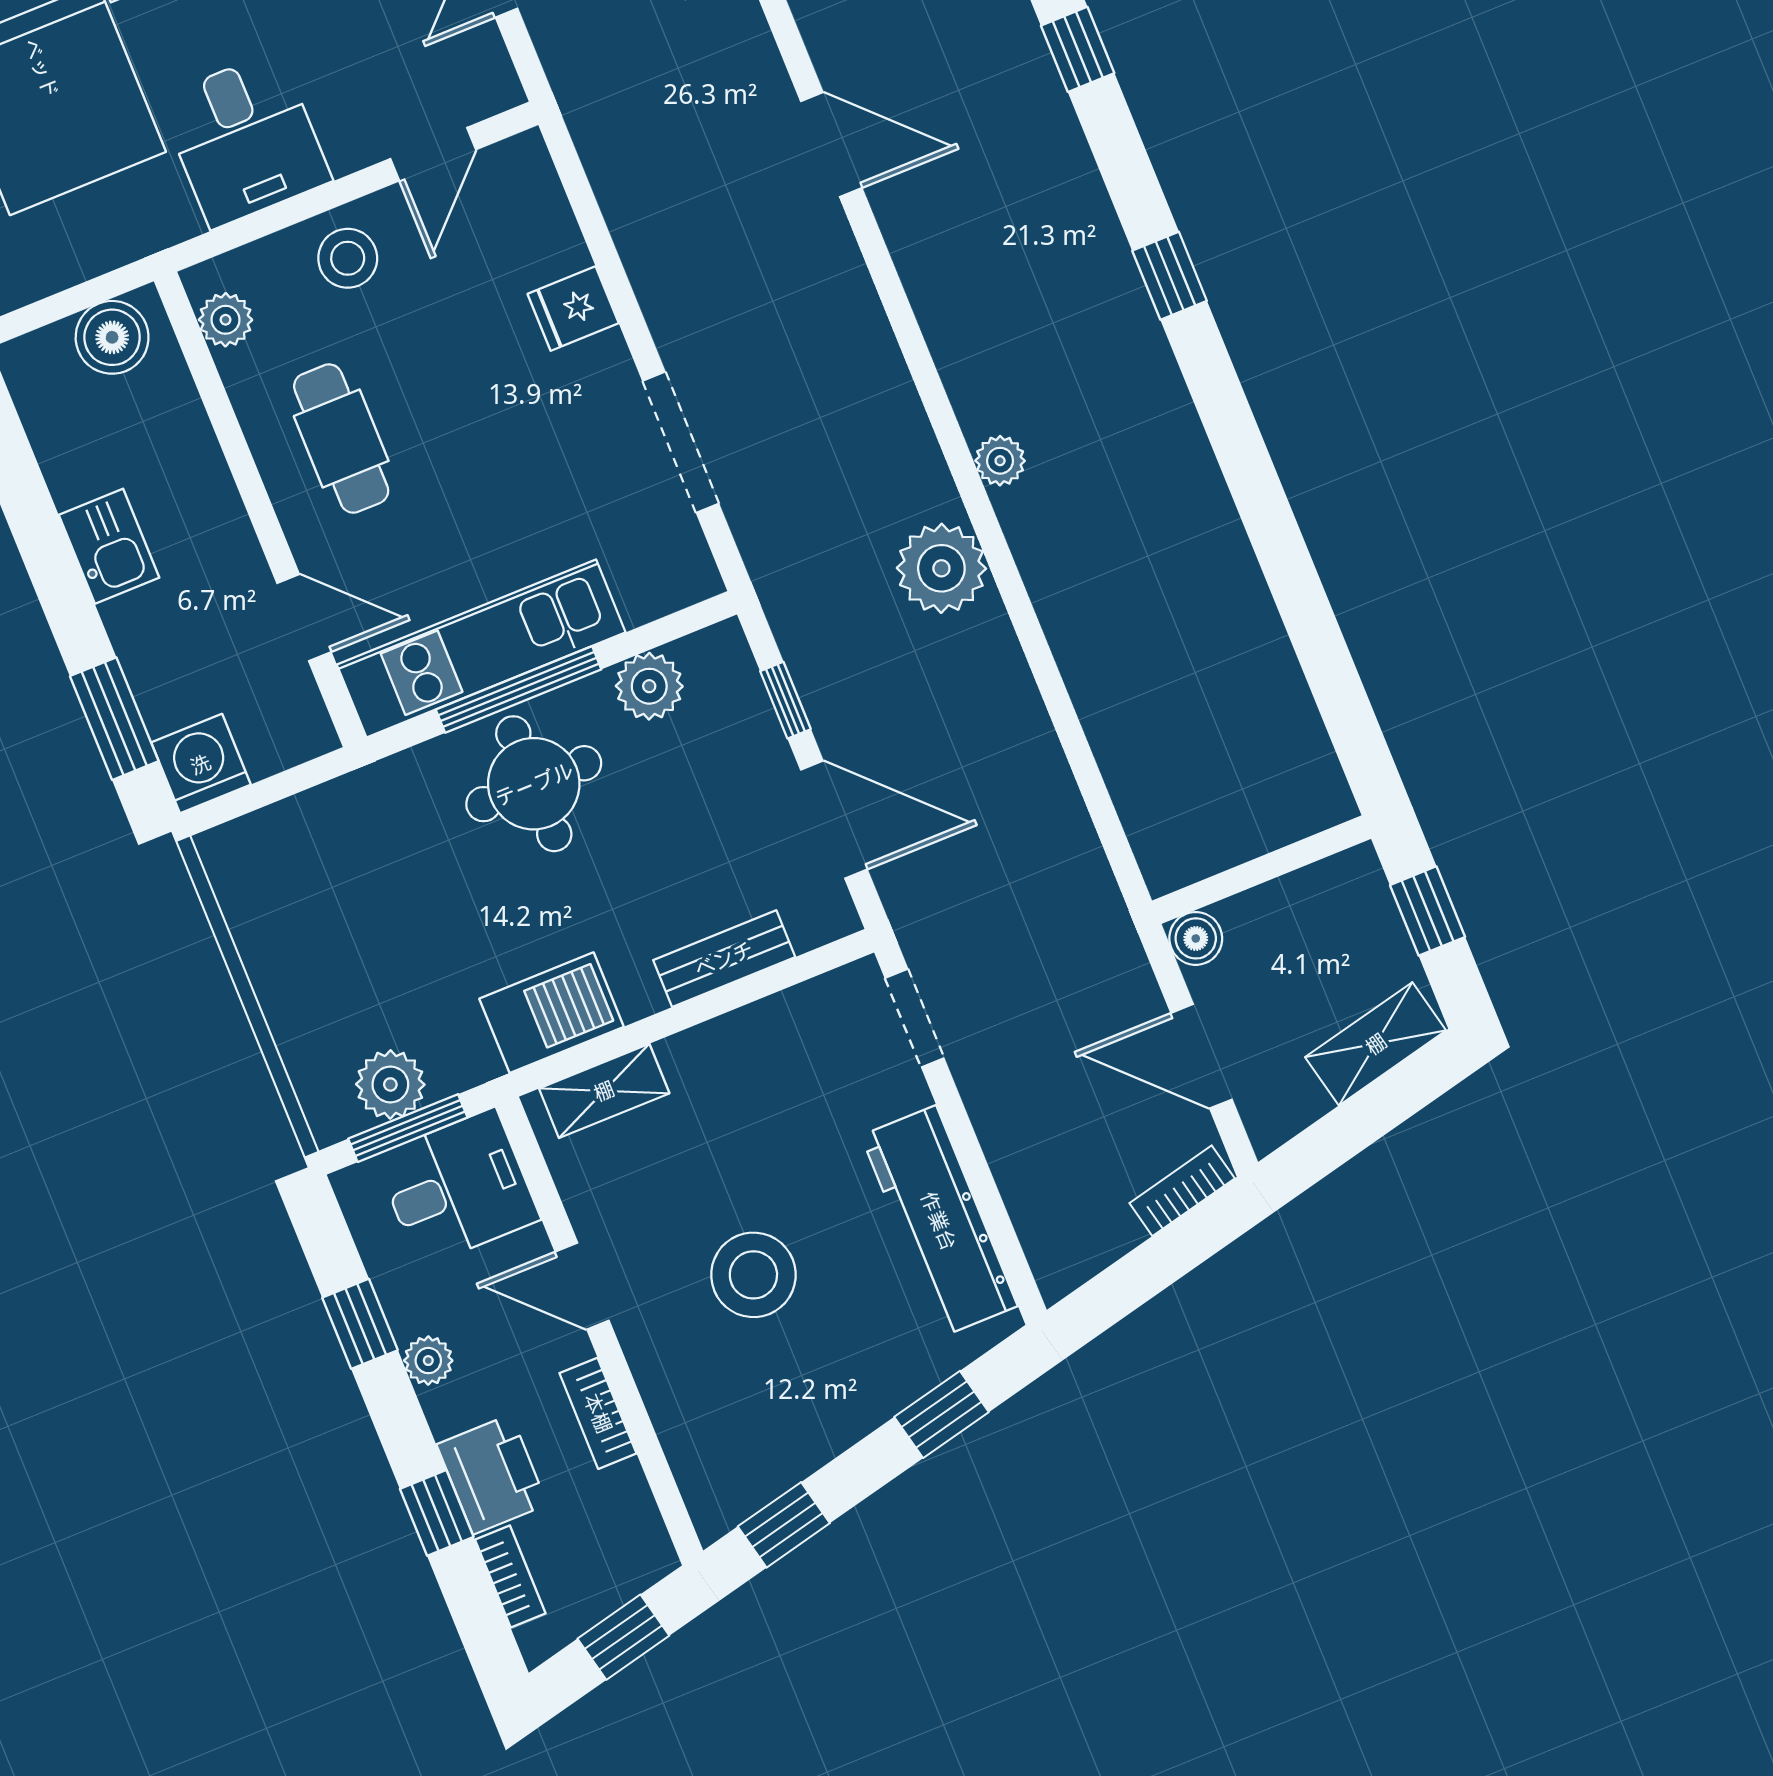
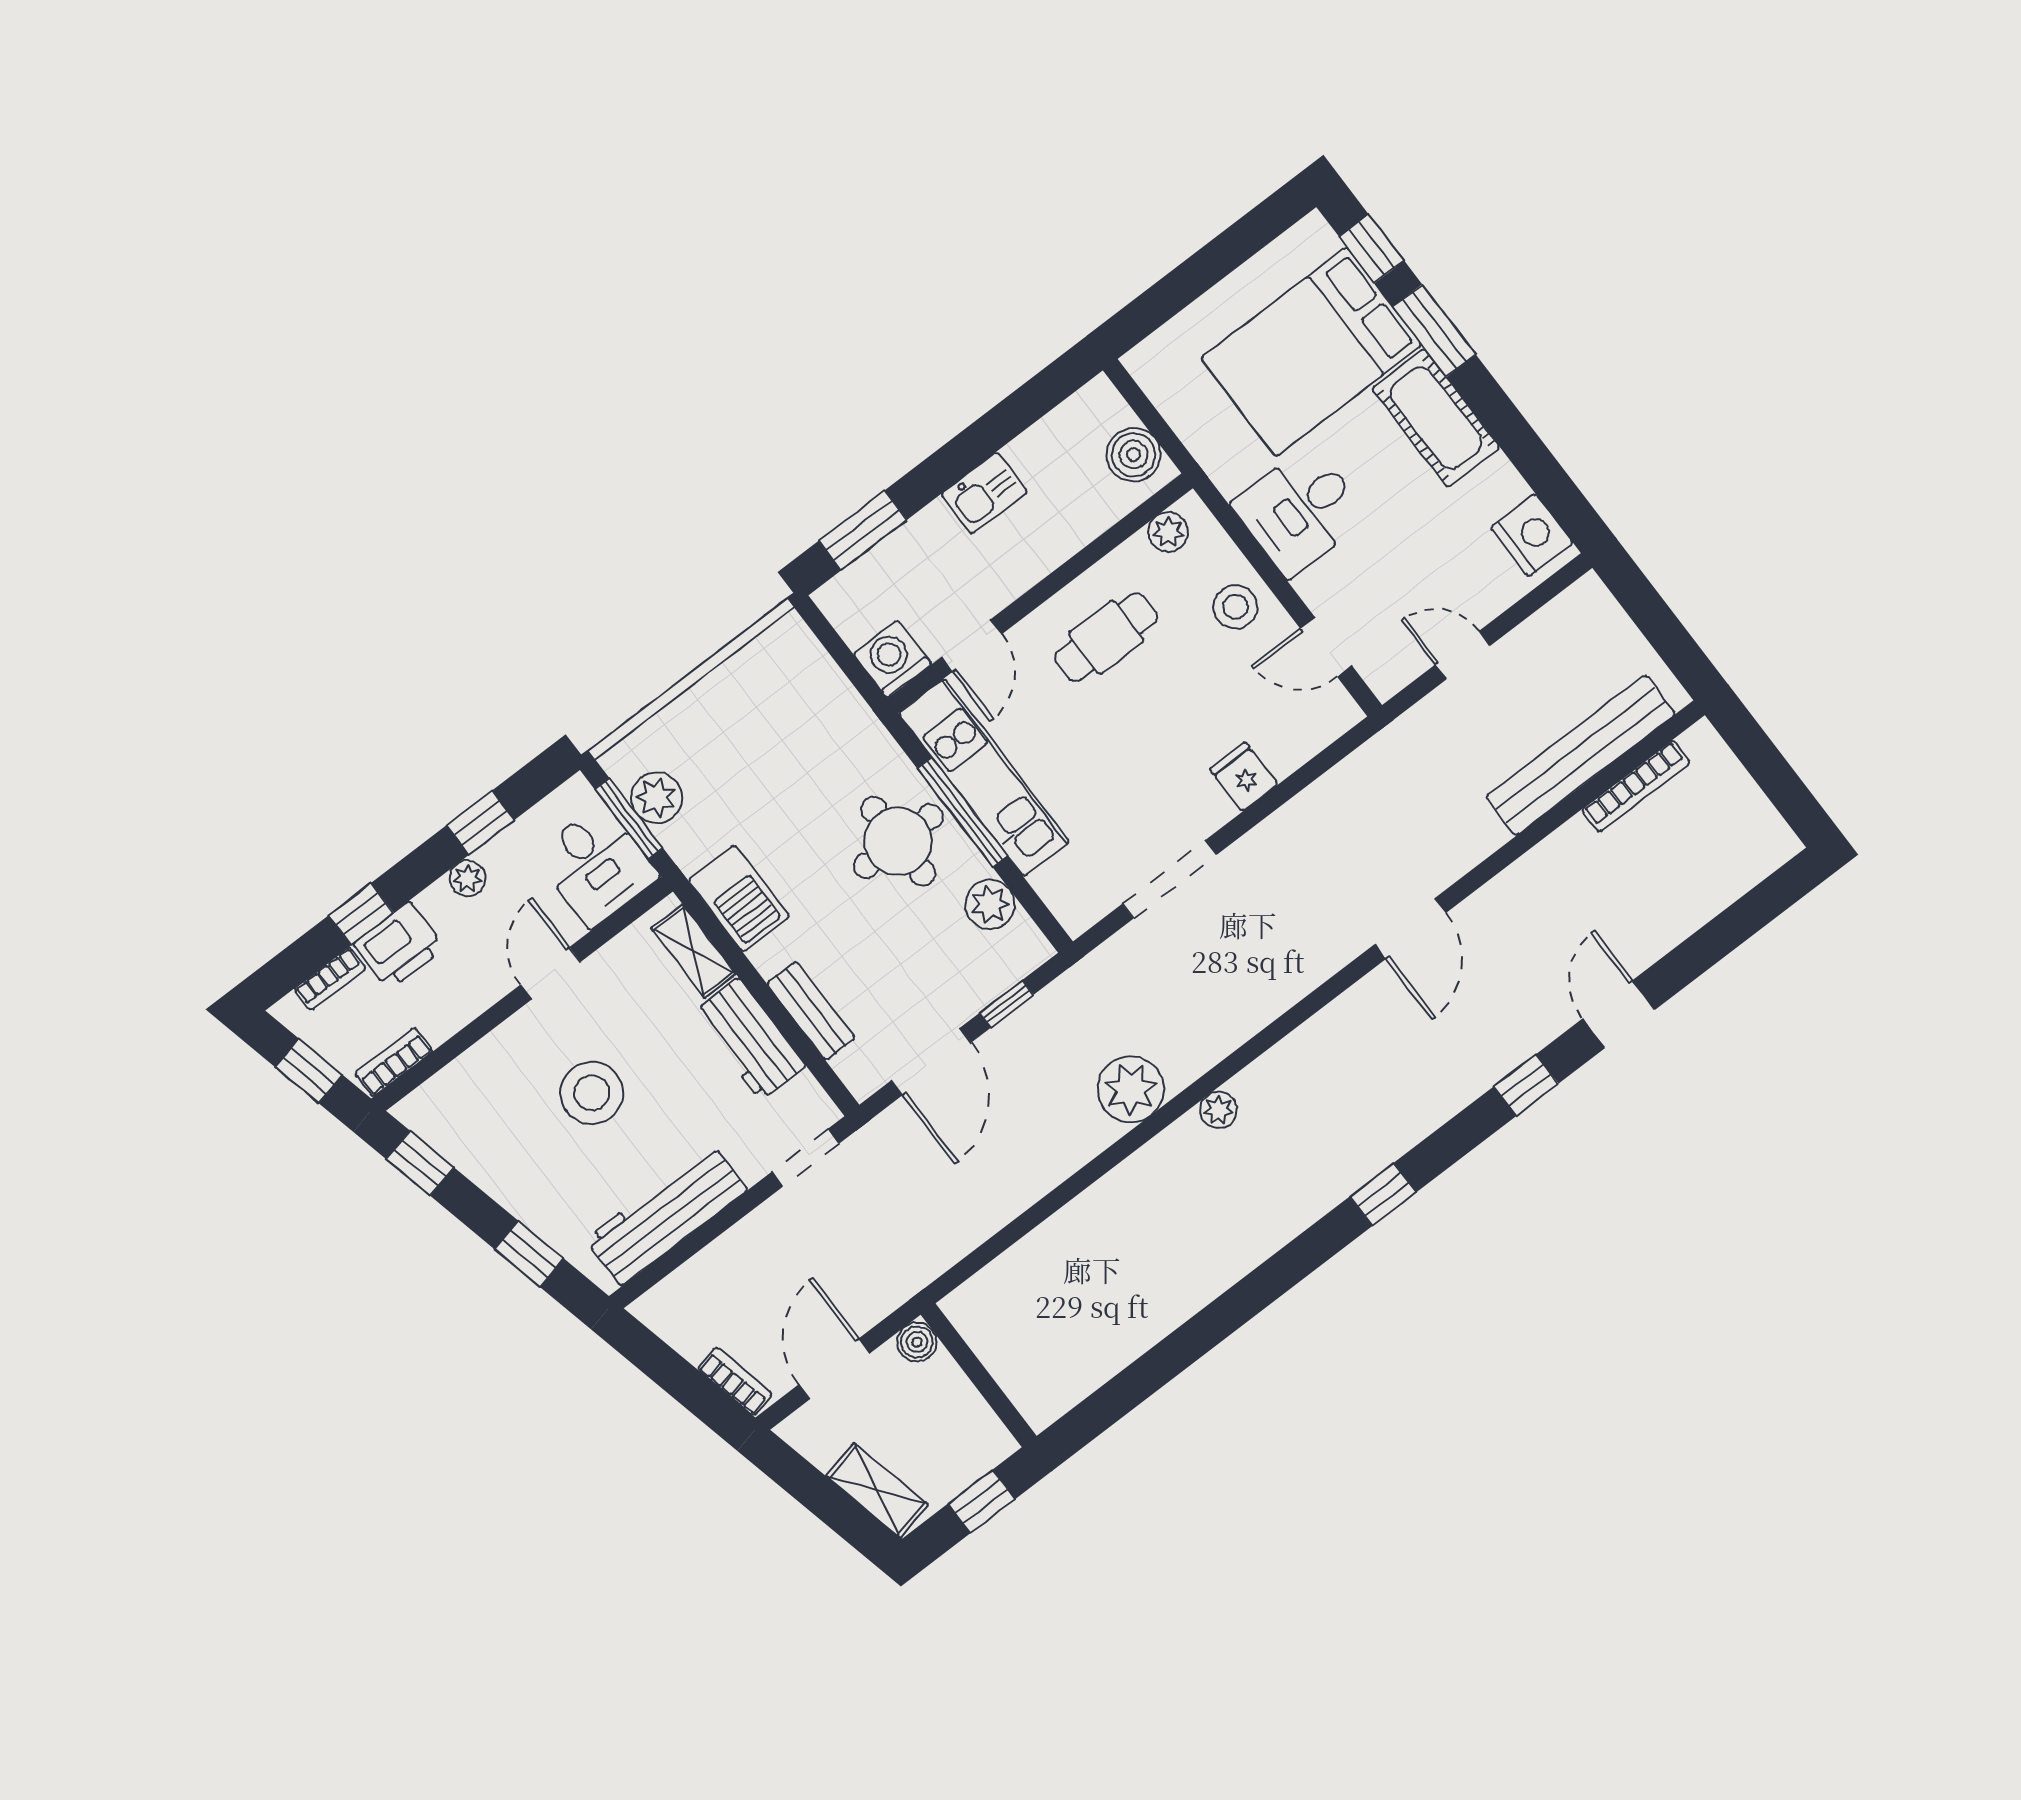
washing machine: (201, 764) -> (892, 659), moved, turned -90
workbench: (740, 1049) -> (749, 1039), added
bookcase: (598, 1413) -> (394, 1062), moved

